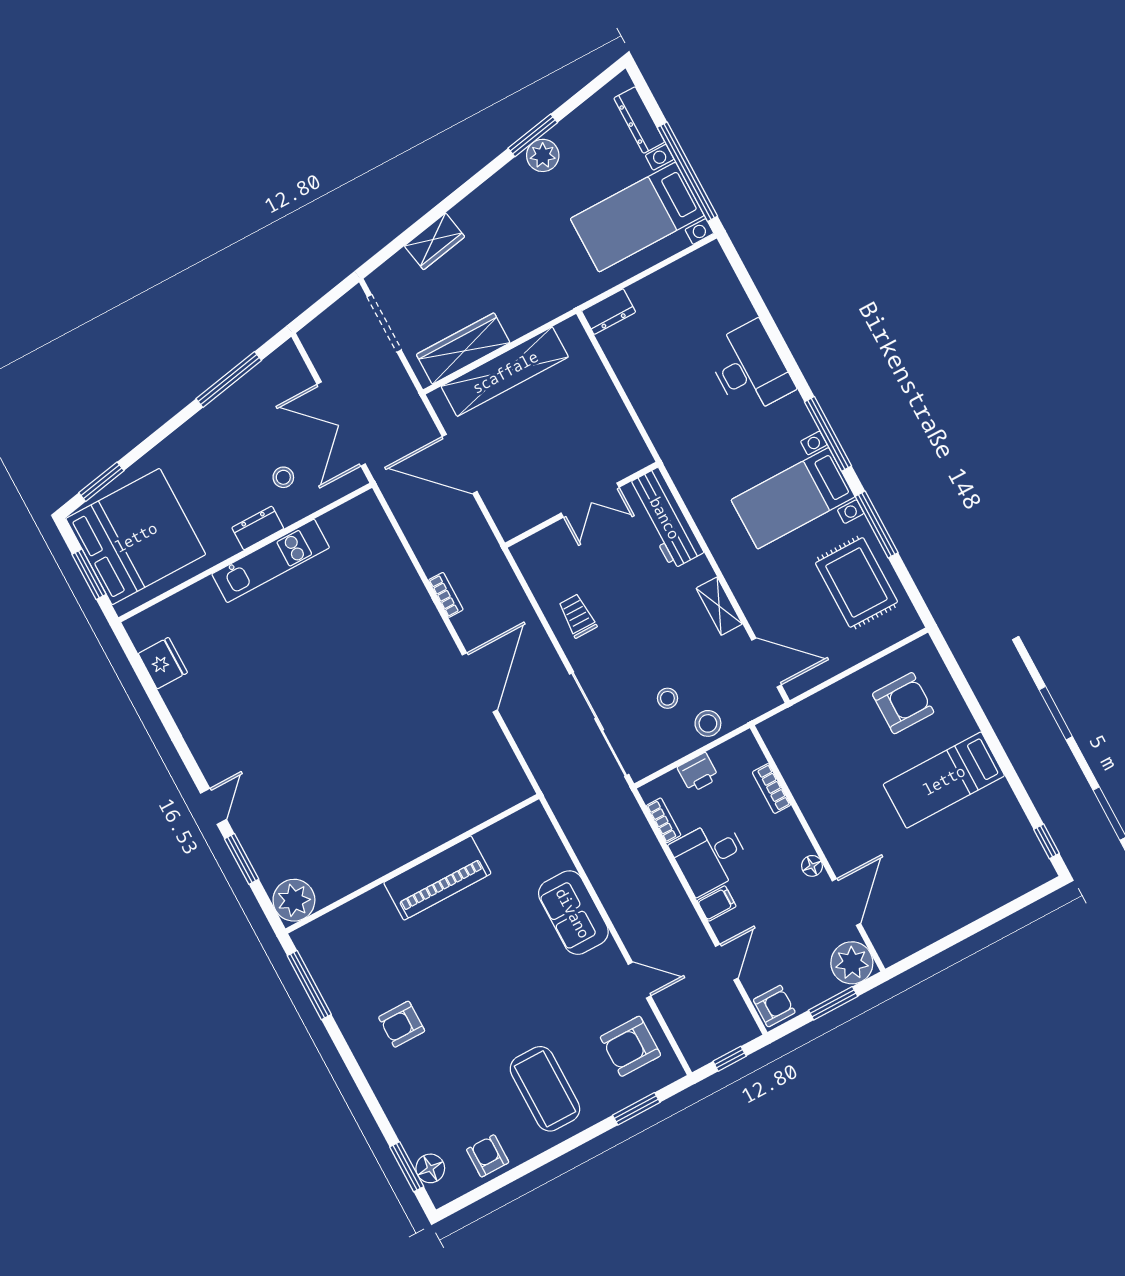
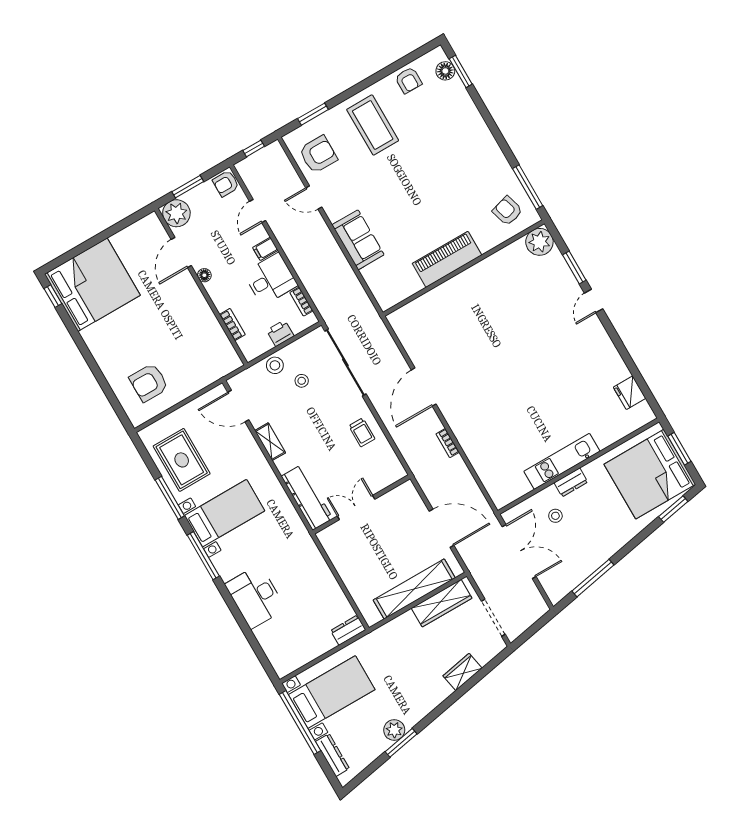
bed: (944, 780) -> (92, 285), moved, width x2.04
armchair: (402, 1024) -> (507, 211), moved, turned -106

